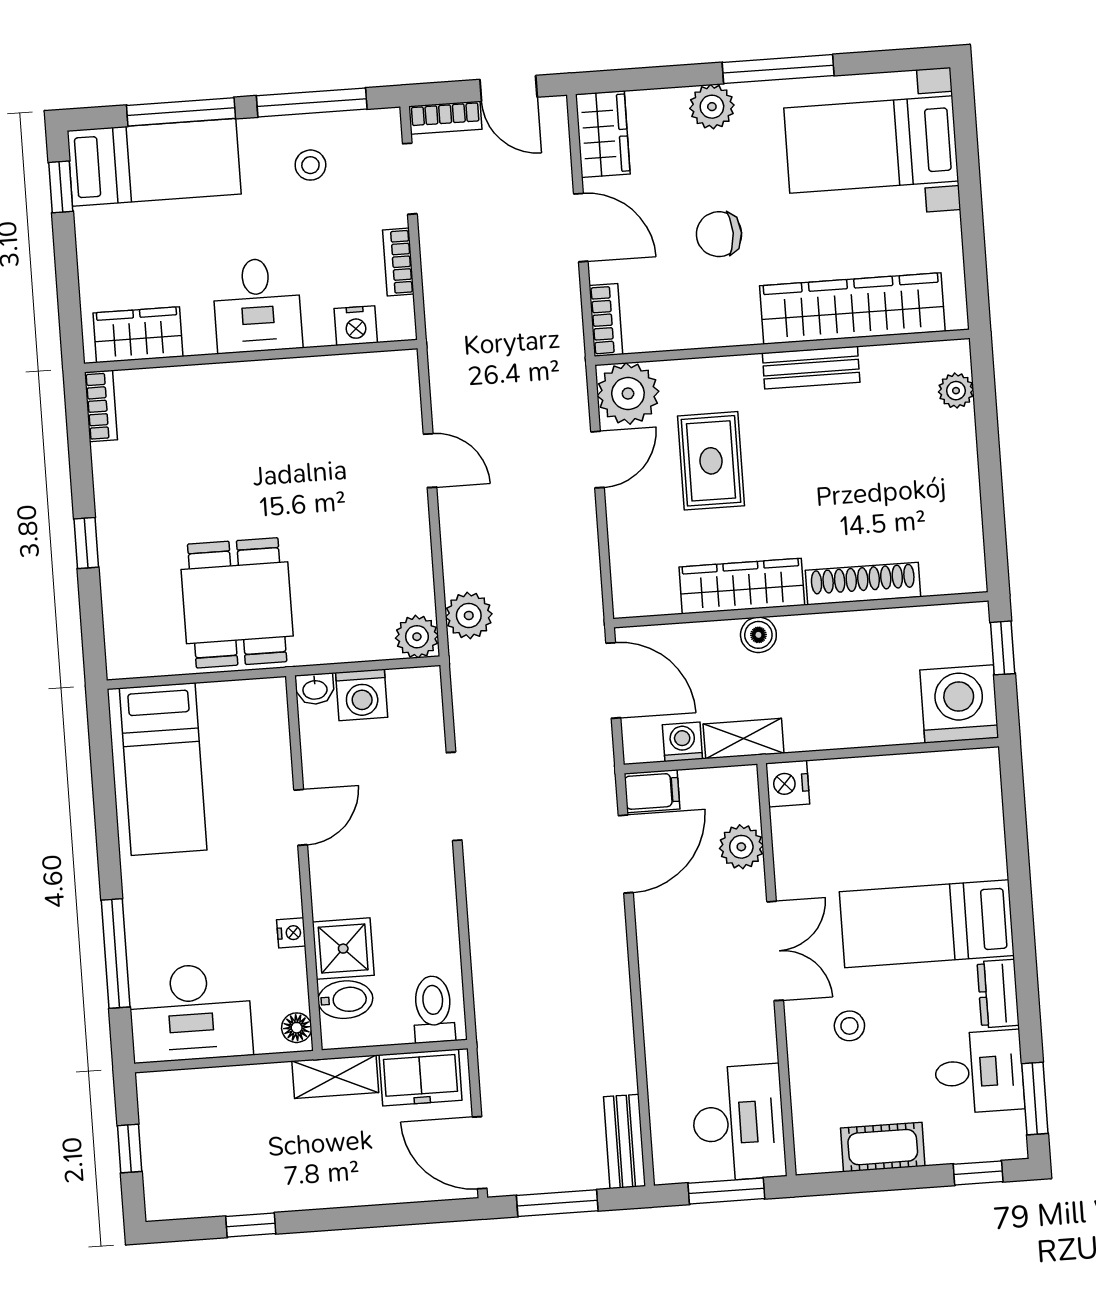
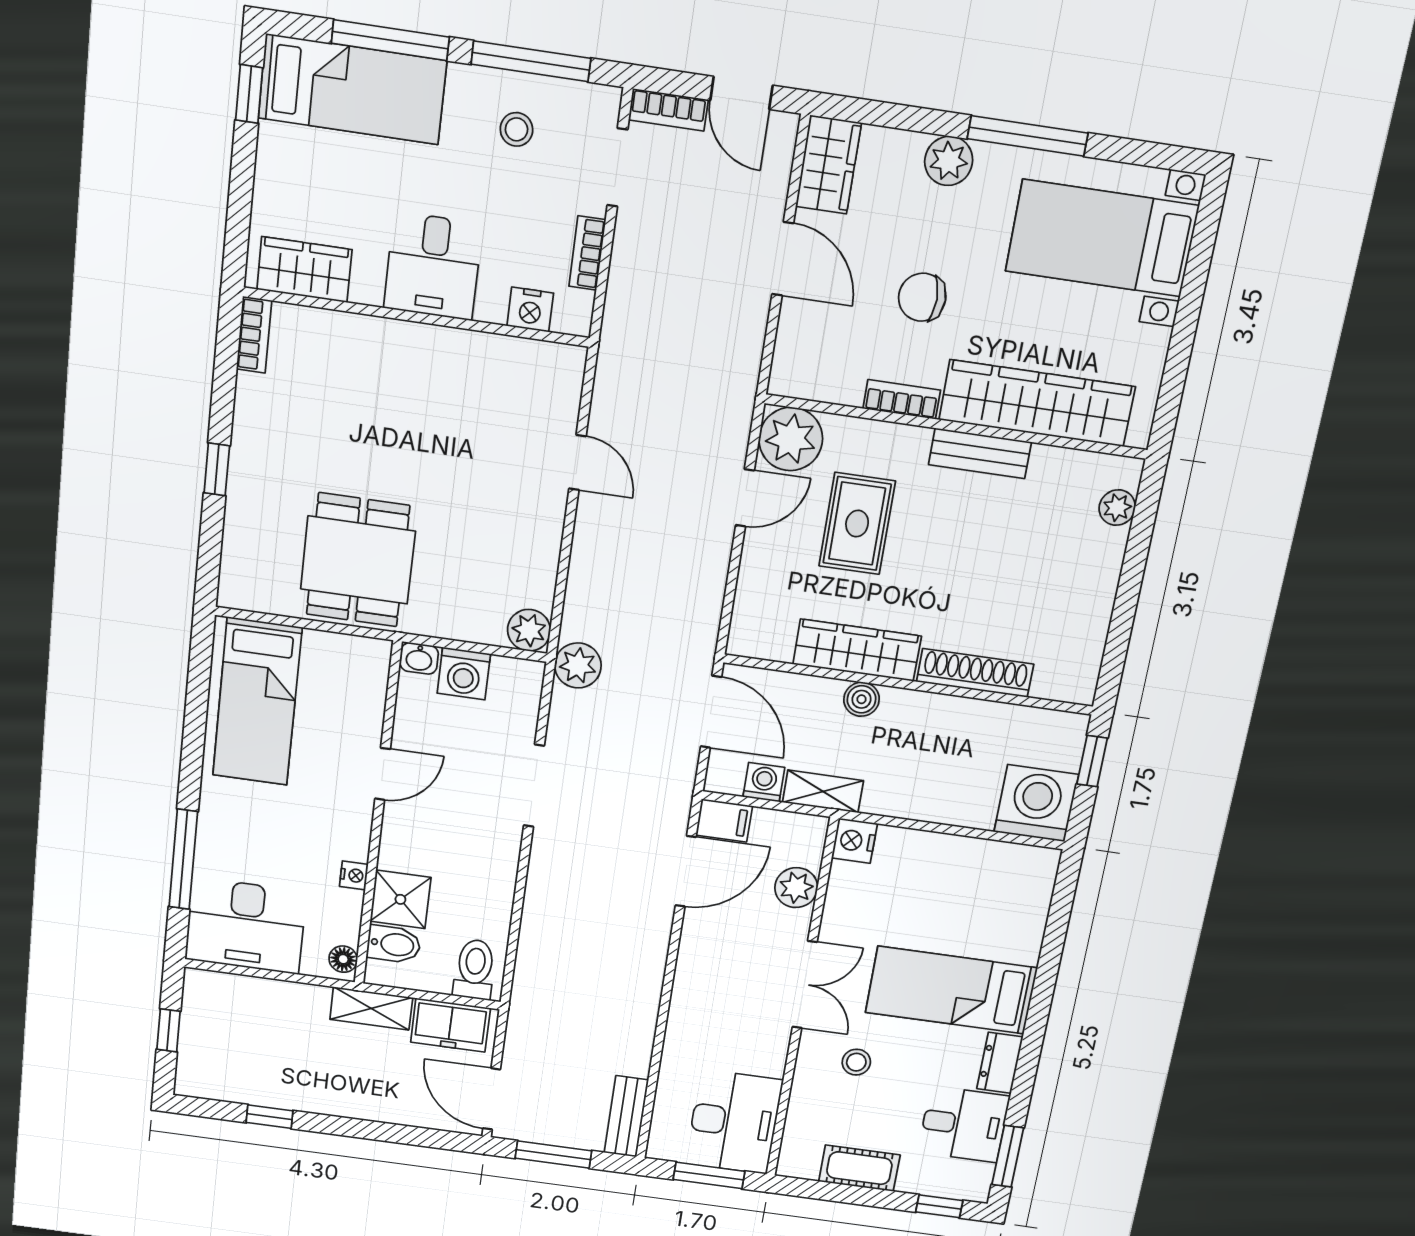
bookcase: (606, 320) -> (902, 399), moved, turned -90
plant: (469, 615) -> (578, 665), moved

